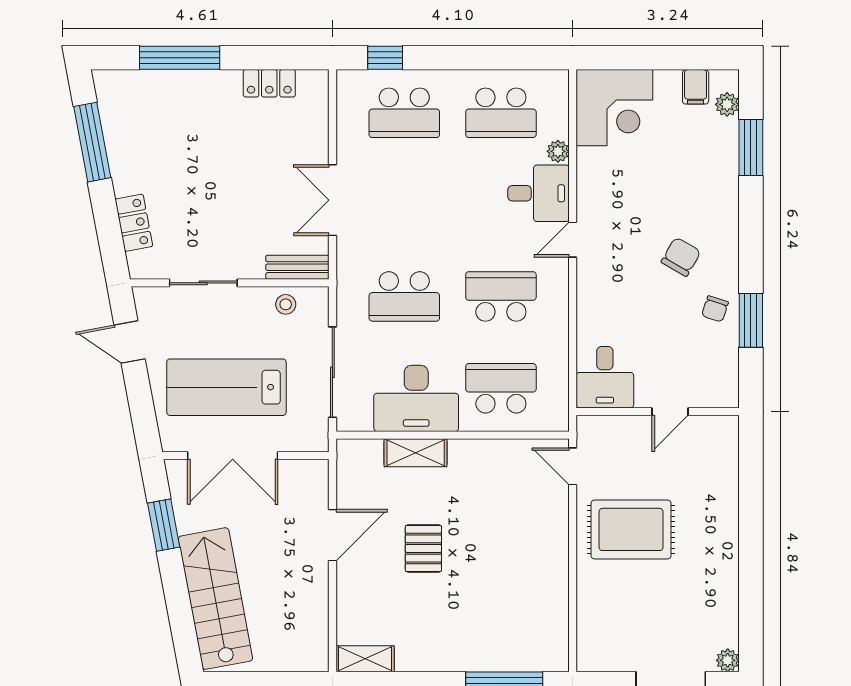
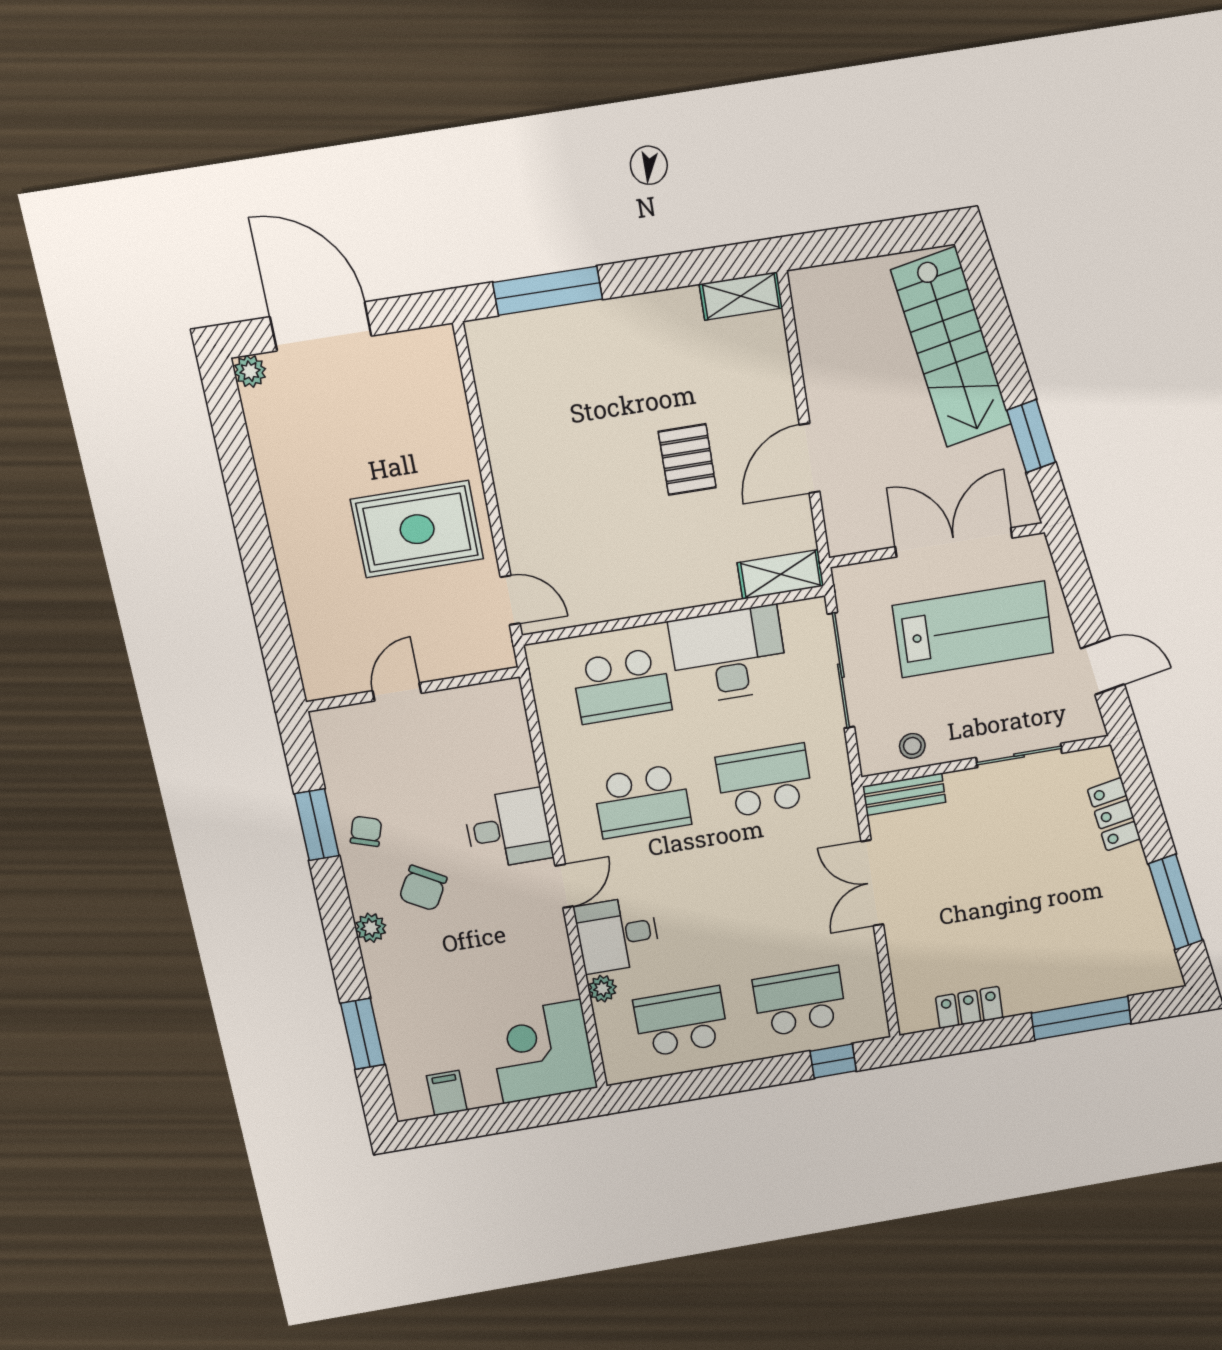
plant: (727, 104) -> (371, 928), moved
double door: (332, 200) -> (872, 883), swing flipped
desk: (605, 377) -> (508, 829), moved, turned 90
shelving: (416, 453) -> (781, 574), moved

